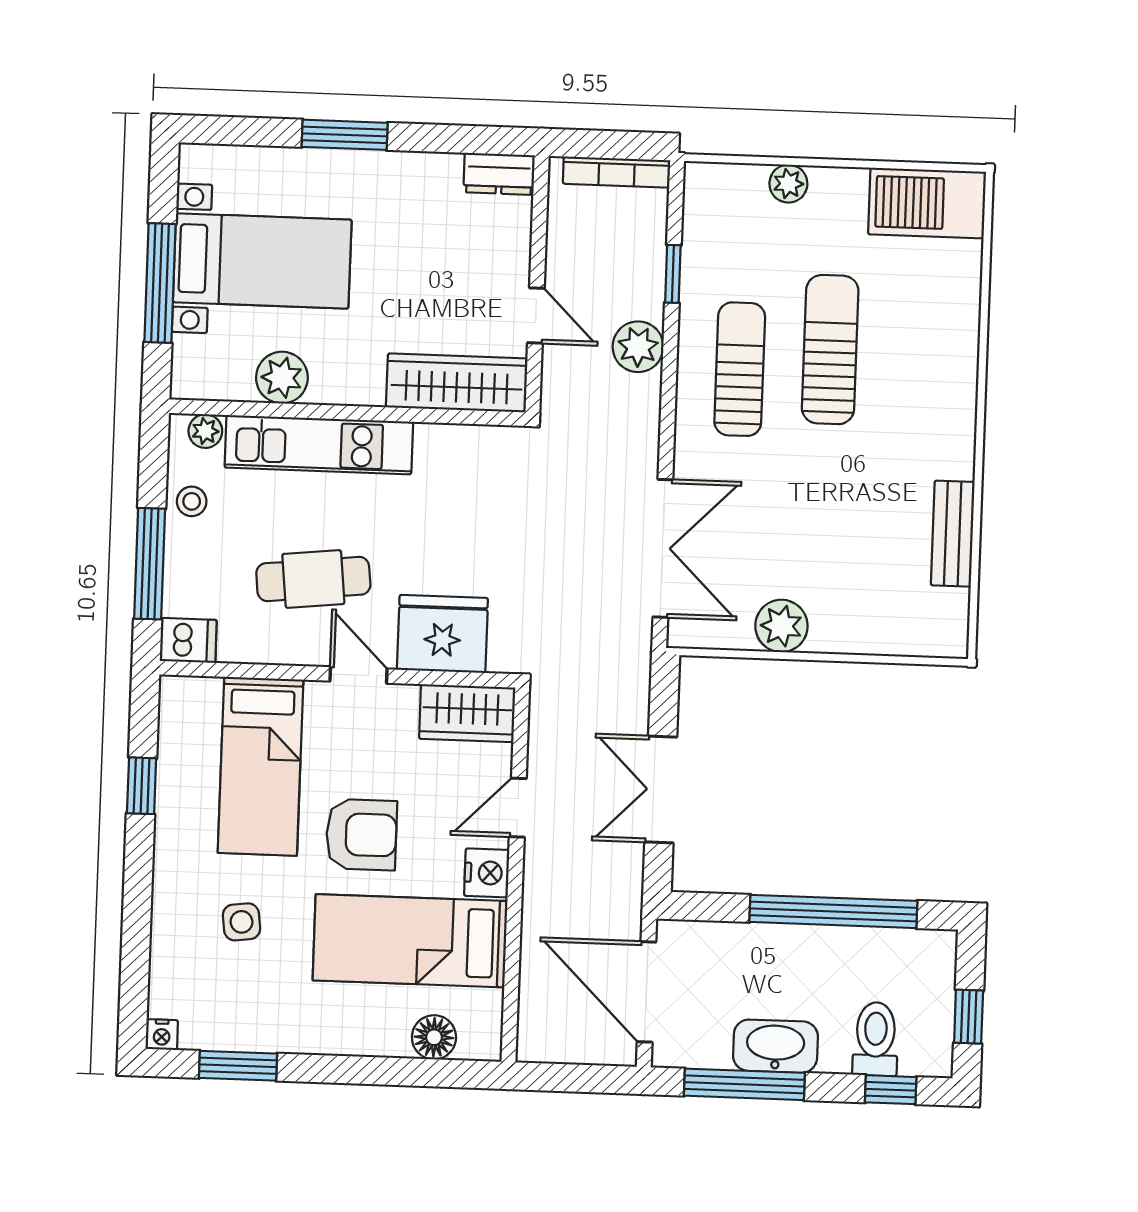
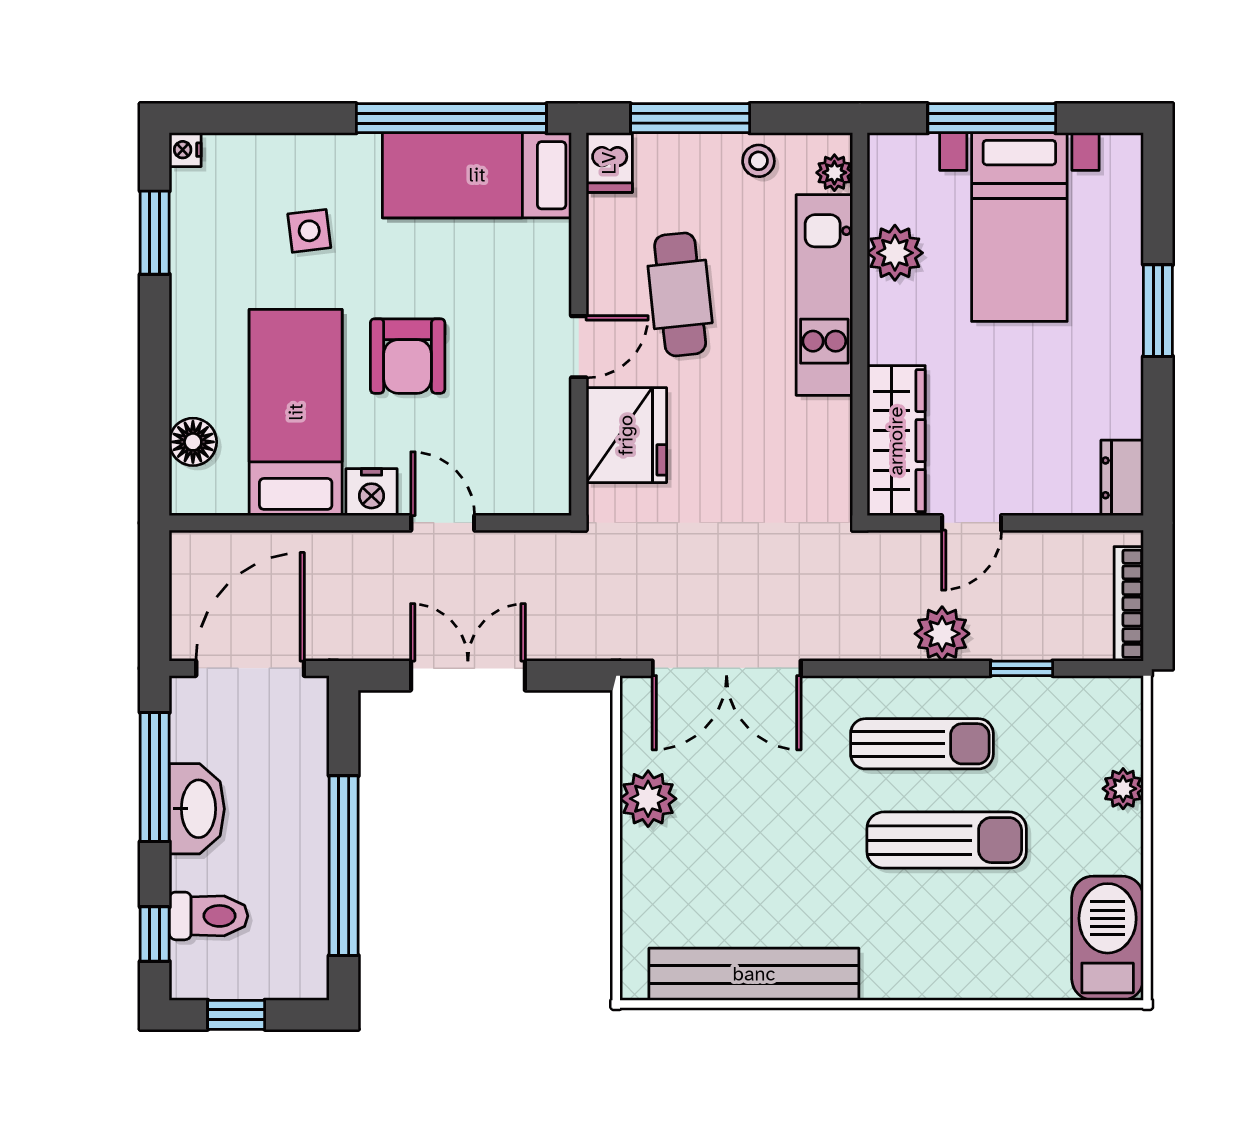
bench: (953, 534) -> (754, 974), width x1.86, depth x1.21
wardrobe: (467, 713) -> (542, 465), removed
bed: (261, 766) -> (477, 175), moved
window: (142, 786) -> (451, 118), width x3.17

